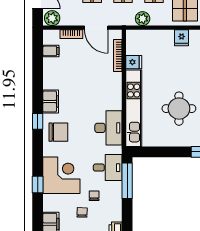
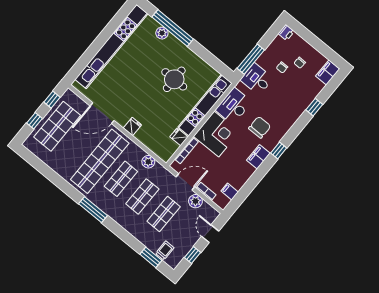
plant: (52, 18) -> (195, 201), moved
door: (96, 28) -> (185, 182), hinge flipped
chair: (58, 132) -> (260, 127), moved, turned 90
corner desk: (61, 175) -> (216, 134), moved, turned 180

